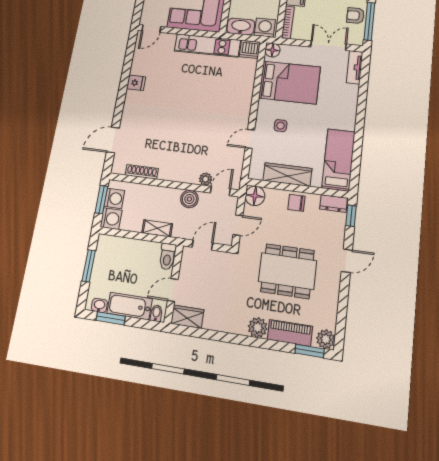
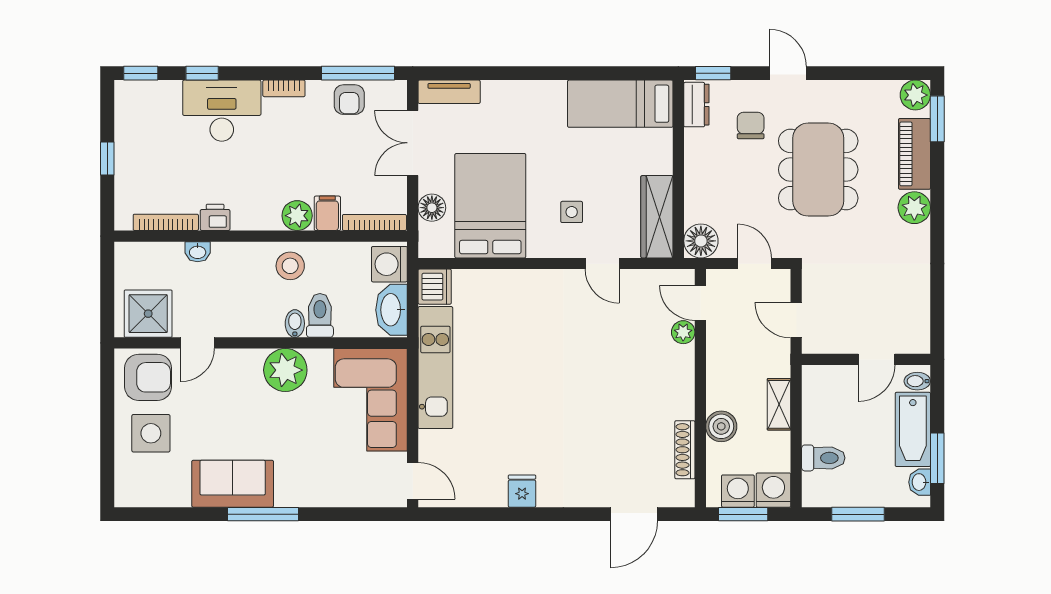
floor lamp: (272, 50) -> (432, 208), moved
door: (113, 140) -> (634, 514), hinge flipped
wardrobe: (287, 175) -> (657, 217), moved
boiler: (189, 199) -> (721, 426), moved
chair: (296, 203) -> (751, 125), moved, turned 180
toilet: (167, 256) -> (823, 458), moved
door: (173, 290) -> (876, 359), hinge flipped
wardrobe: (187, 317) -> (915, 328), removed

